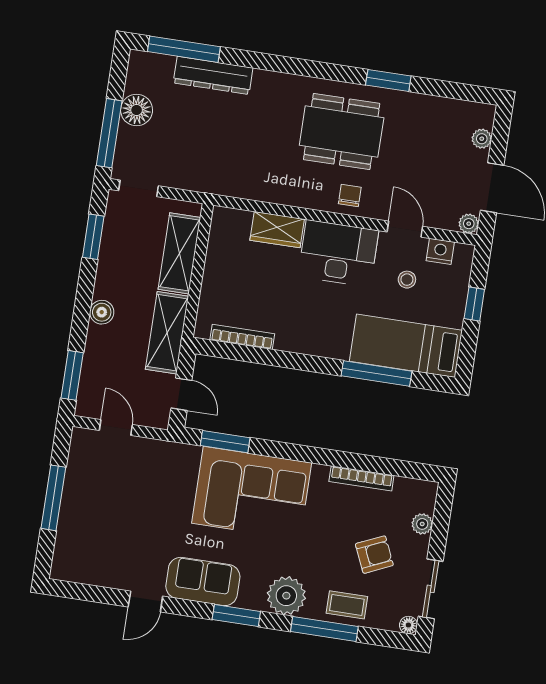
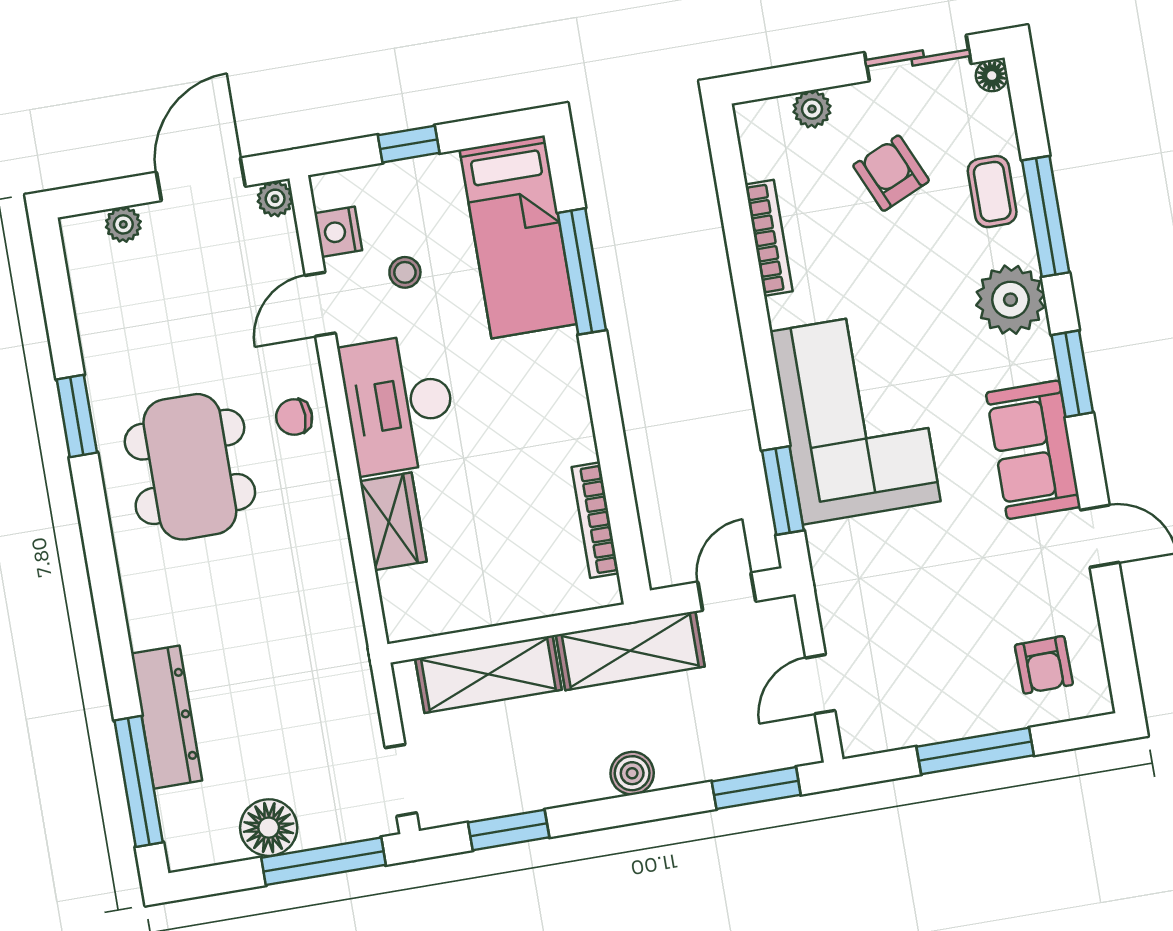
armchair: (87, 549) -> (1044, 665), added

